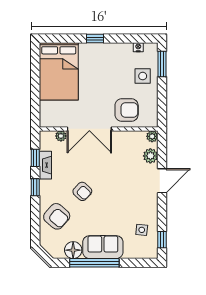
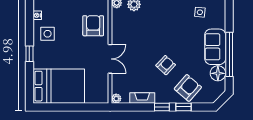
side table: (143, 76) -> (48, 34), moved
double door: (89, 129) -> (110, 59), width x0.73
plant: (61, 136) -> (116, 99), moved
window: (35, 158) -> (183, 107), moved

